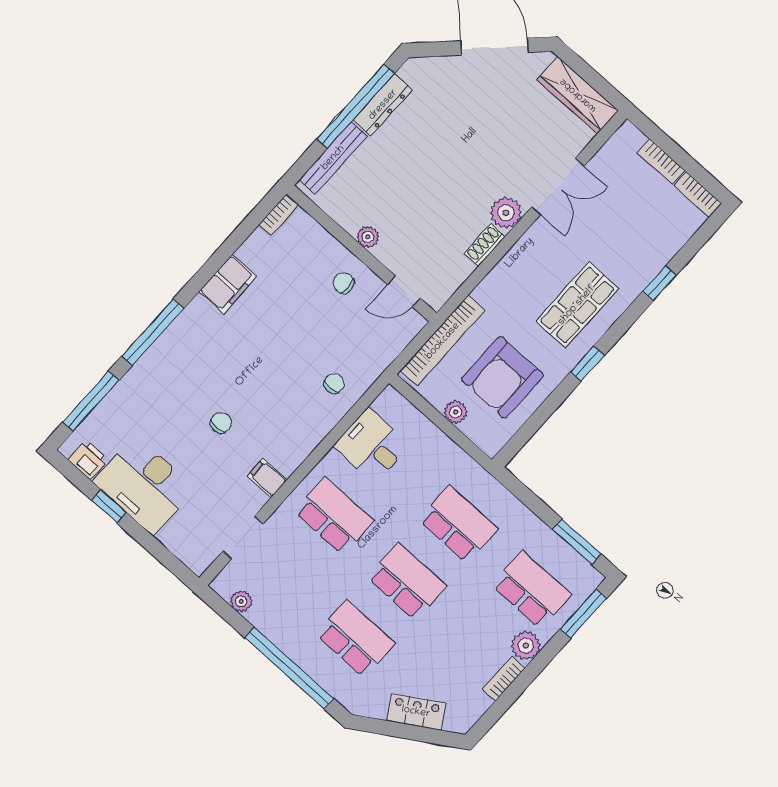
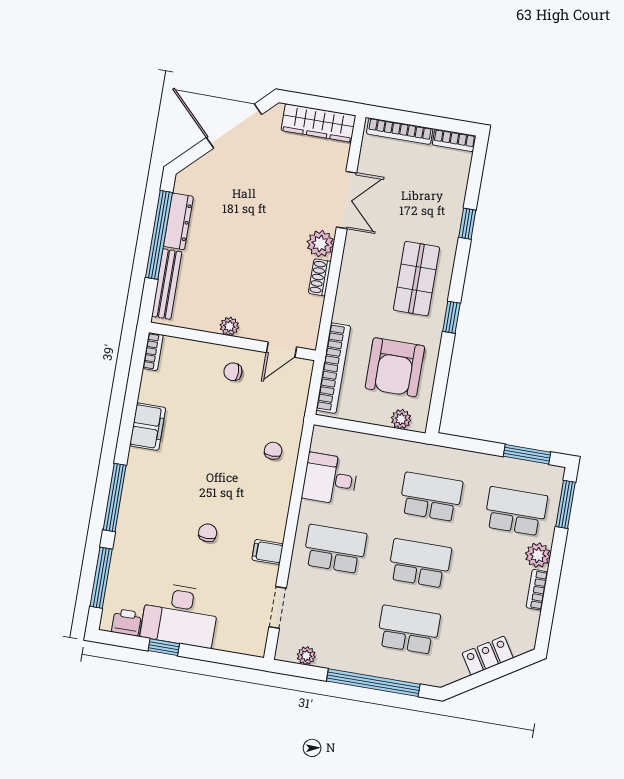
bookcase: (661, 161) -> (400, 131), width x1.56
plant: (456, 412) -> (401, 419), moved

